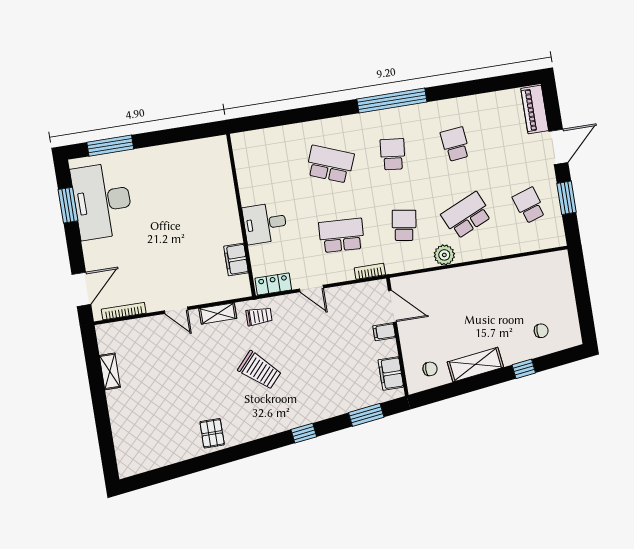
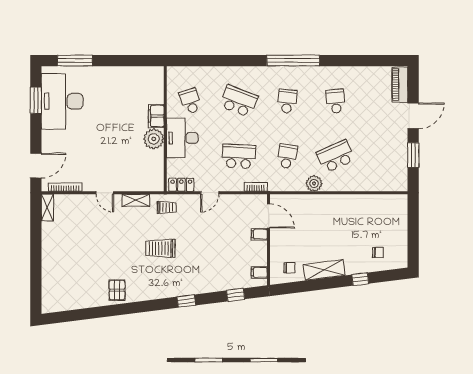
school desk: (529, 205) -> (190, 101), moved
desk: (265, 223) -> (182, 138), width x1.37
plant: (228, 231) -> (154, 139), added
filing cabinet: (236, 259) -> (156, 116), moved
door: (312, 289) -> (210, 193), hinge flipped
trolley: (260, 370) -> (161, 248), turned 138
shelving: (110, 371) -> (47, 208), moved
filing cabinet: (391, 373) -> (259, 272), width x0.50
window: (366, 415) -> (236, 295), width x0.67

